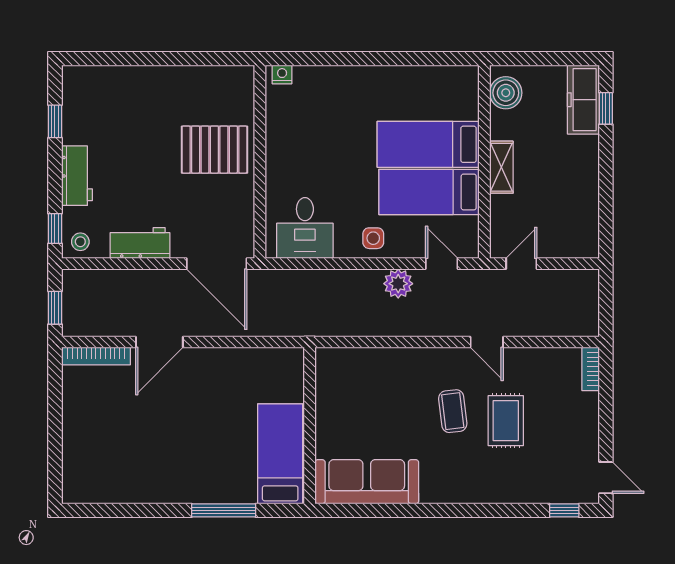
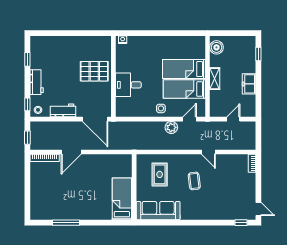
freezer: (583, 100) -> (249, 84), moved, width x0.71
desk: (305, 228) -> (128, 85), moved, turned 90
door: (442, 264) -> (190, 119), hinge flipped
door: (521, 264) -> (233, 119), moved
rug: (506, 421) -> (160, 174), moved
window: (224, 510) -> (66, 223), moved

